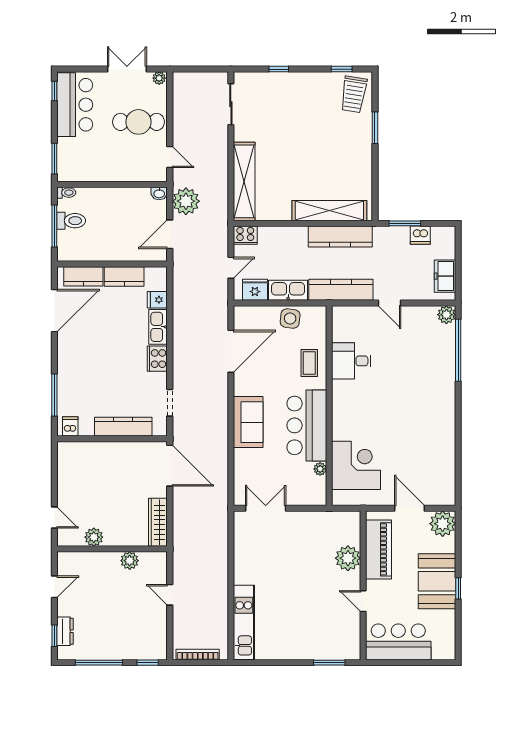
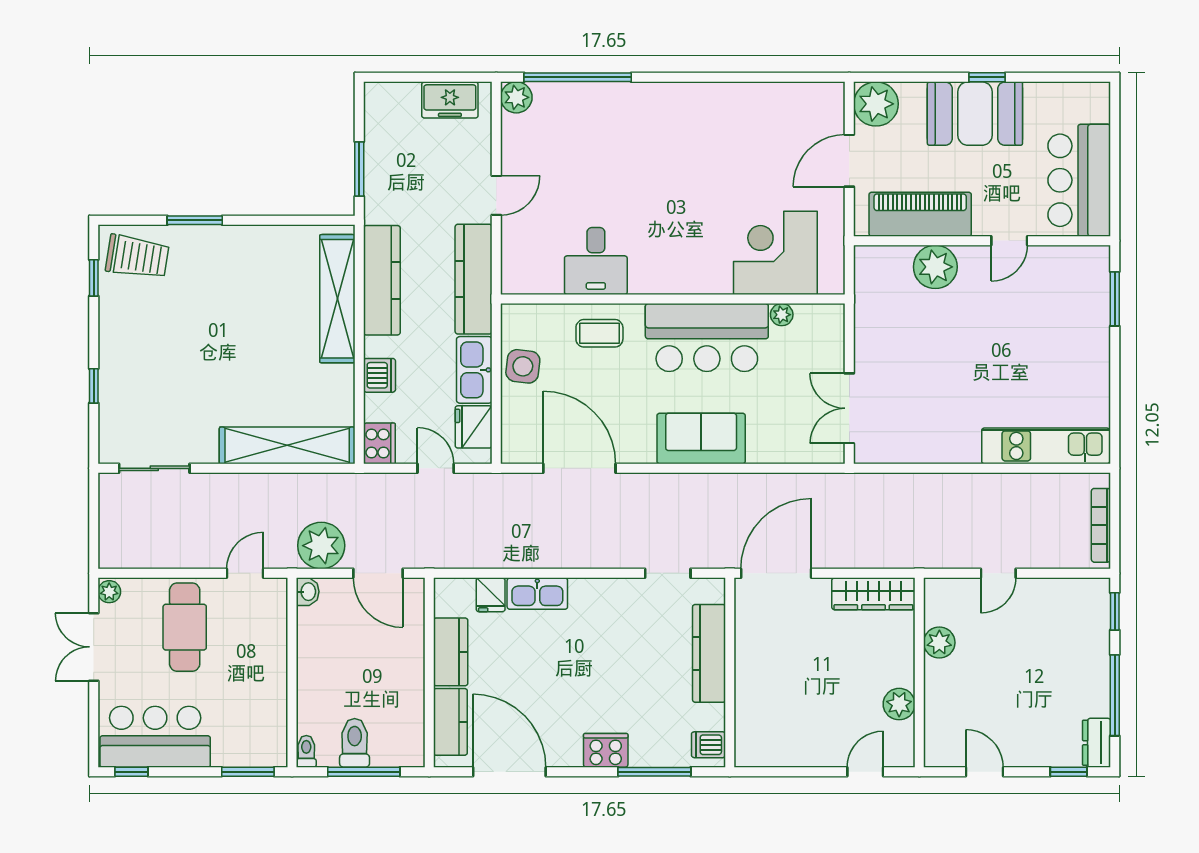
dishwasher: (420, 235) -> (379, 375), moved
cooker: (157, 359) -> (606, 750), moved, turned 180
dresser: (65, 631) -> (1097, 743), moved, turned -90

